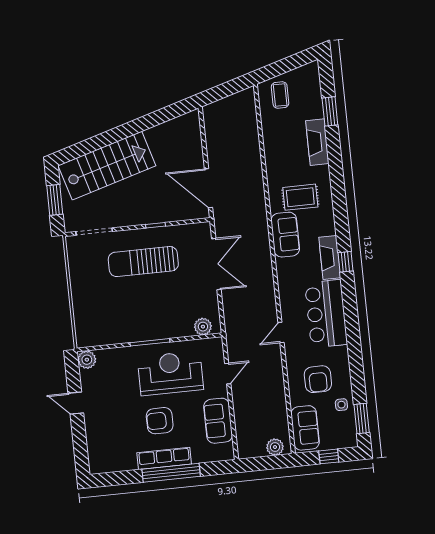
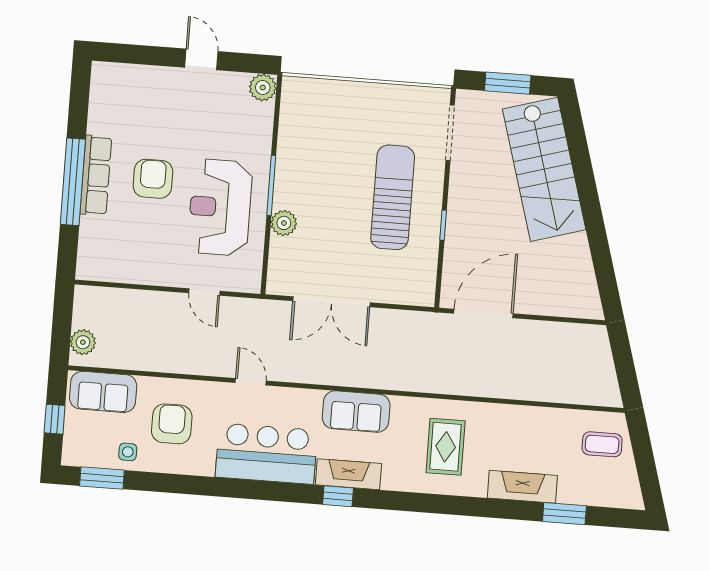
sofa: (285, 235) -> (356, 411), moved
double door: (216, 264) -> (331, 302), moved
plant: (203, 327) -> (284, 223), moved
reception desk: (170, 373) -> (220, 207), turned 180
armchair: (318, 379) -> (172, 424), turned 90
door: (76, 403) -> (201, 59), hinge flipped
sofa: (218, 421) -> (137, 265), removed

